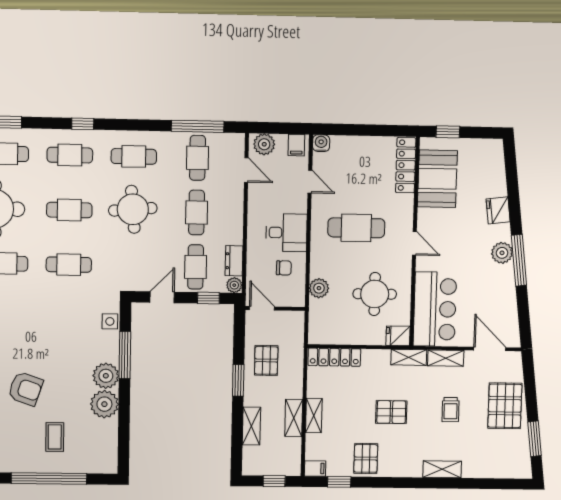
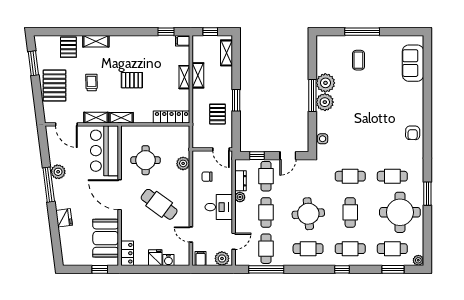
water cooler: (321, 143) -> (168, 260), moved
locker: (406, 165) -> (127, 253), width x0.66
door: (246, 170) -> (234, 241), swing flipped
cafe table: (69, 210) -> (350, 212), turned 90
cafe table: (356, 228) -> (159, 204), turned 36
desk: (286, 233) -> (219, 207), moved, turned 180
door: (414, 243) -> (120, 195), width x1.88
plant: (502, 253) -> (58, 172), moved
plant: (234, 285) -> (240, 197), moved
fridge: (398, 336) -> (155, 258), moved, turned -90
window: (125, 355) -> (312, 96), moved
armchair: (25, 389) -> (378, 93), removed
shelving: (251, 426) -> (226, 53), moved
pallet: (366, 458) -> (68, 47), moved
window: (49, 479) -> (362, 32), width x0.68

